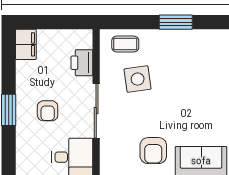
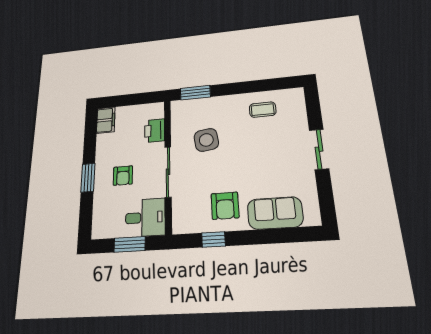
window: (176, 22) -> (195, 93), moved
coffee table: (125, 44) -> (263, 110), moved

